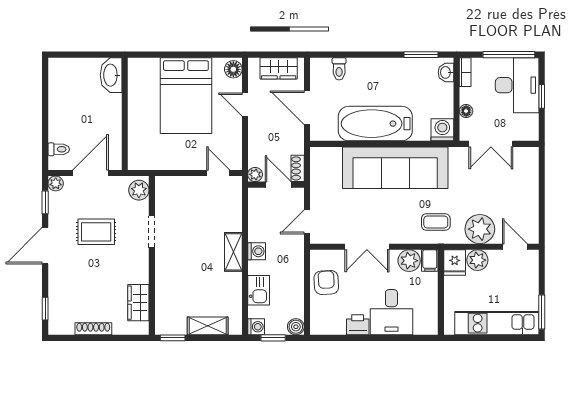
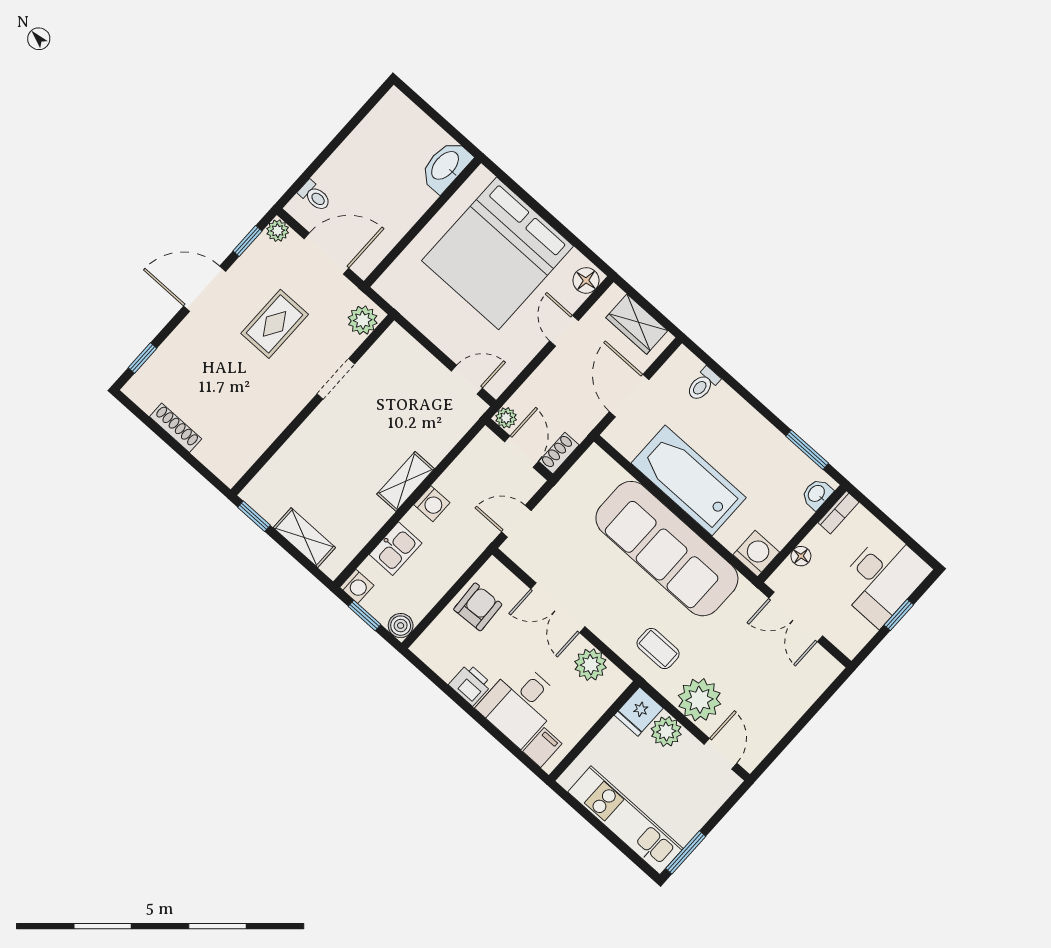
window: (509, 55) -> (904, 536), removed
bed: (186, 96) -> (498, 253), width x1.36
door: (218, 173) -> (467, 380), hinge flipped
rug: (96, 232) -> (275, 324), turned 90
filing cabinet: (430, 261) -> (542, 747), moved, turned 180
wardrobe: (138, 303) -> (251, 443), removed

